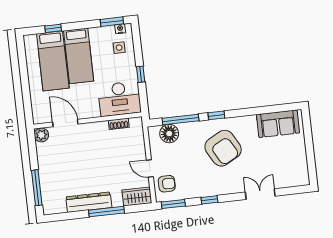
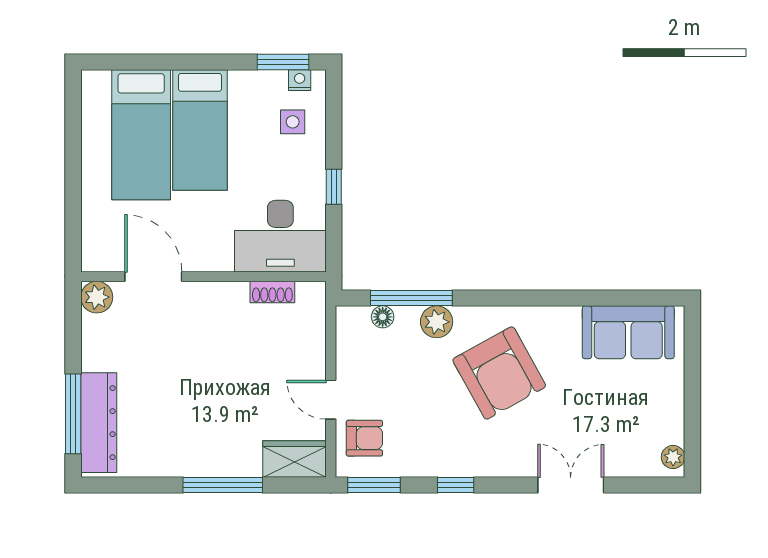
window: (53, 28) -> (150, 62), removed
window: (216, 115) -> (493, 298), removed
plant: (193, 129) -> (437, 322), added
floor lamp: (169, 134) -> (383, 317), width x0.53, depth x0.53
plant: (304, 177) -> (673, 457), added
dresser: (89, 202) -> (99, 423), moved, turned 90

